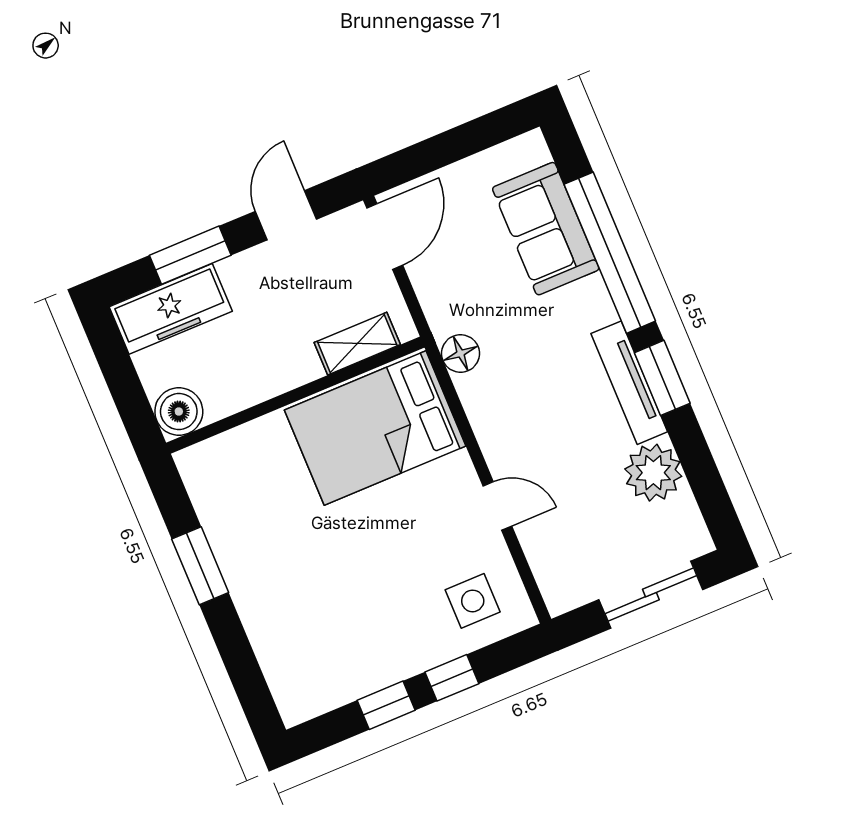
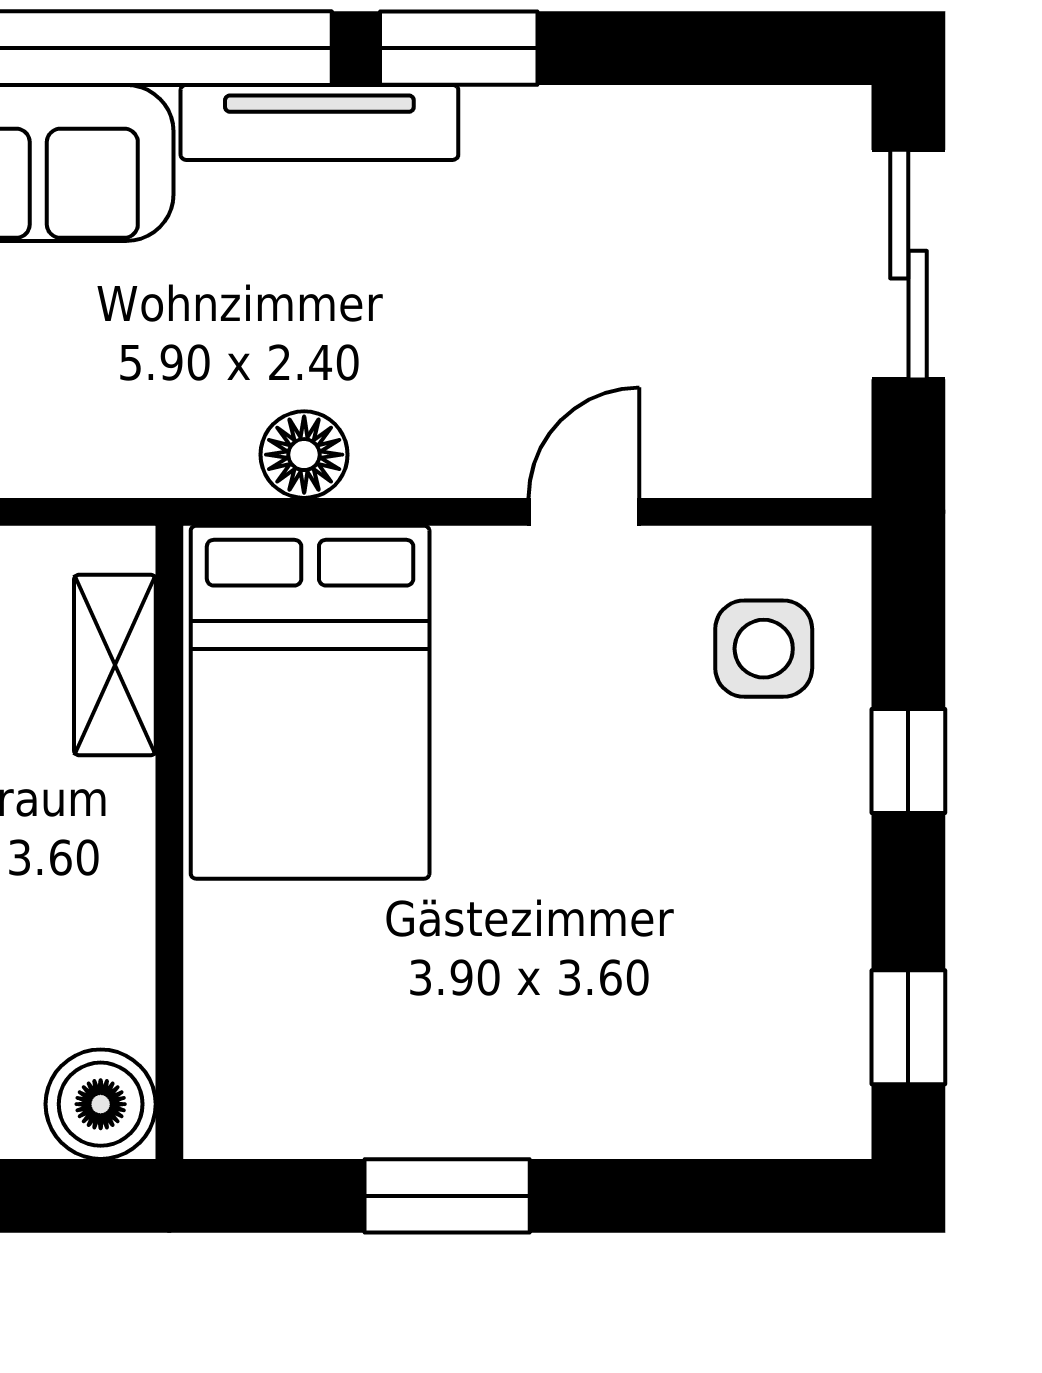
floor lamp: (461, 353) -> (304, 455), moved
tv unit: (629, 383) -> (319, 122), moved
plant: (653, 473) -> (652, 151), removed
window: (386, 705) -> (908, 1027), moved

